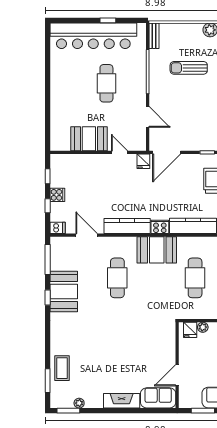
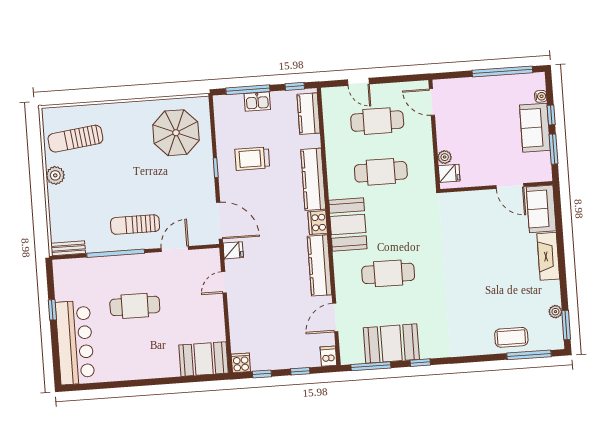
bar counter: (93, 36) -> (75, 343), width x0.73
sun lounger: (189, 68) -> (135, 225), moved, turned 90
booth: (89, 139) -> (203, 359), moved, turned 90
cooker: (57, 195) -> (241, 363), moved
booth: (64, 291) -> (391, 343), moved
window: (48, 381) -> (529, 355), width x1.44

